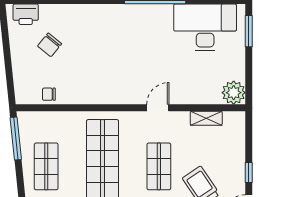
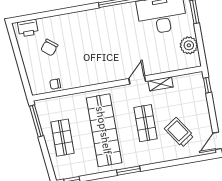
plant: (234, 93) -> (189, 45), moved
shelving: (206, 118) -> (161, 84), moved
window: (249, 173) -> (207, 85), moved

